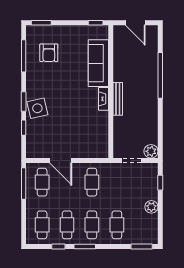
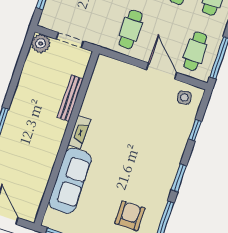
bench: (118, 99) -> (70, 98), moved
window: (24, 102) -> (179, 178), moved
side table: (37, 108) -> (184, 98), moved, width x0.54, depth x0.54

